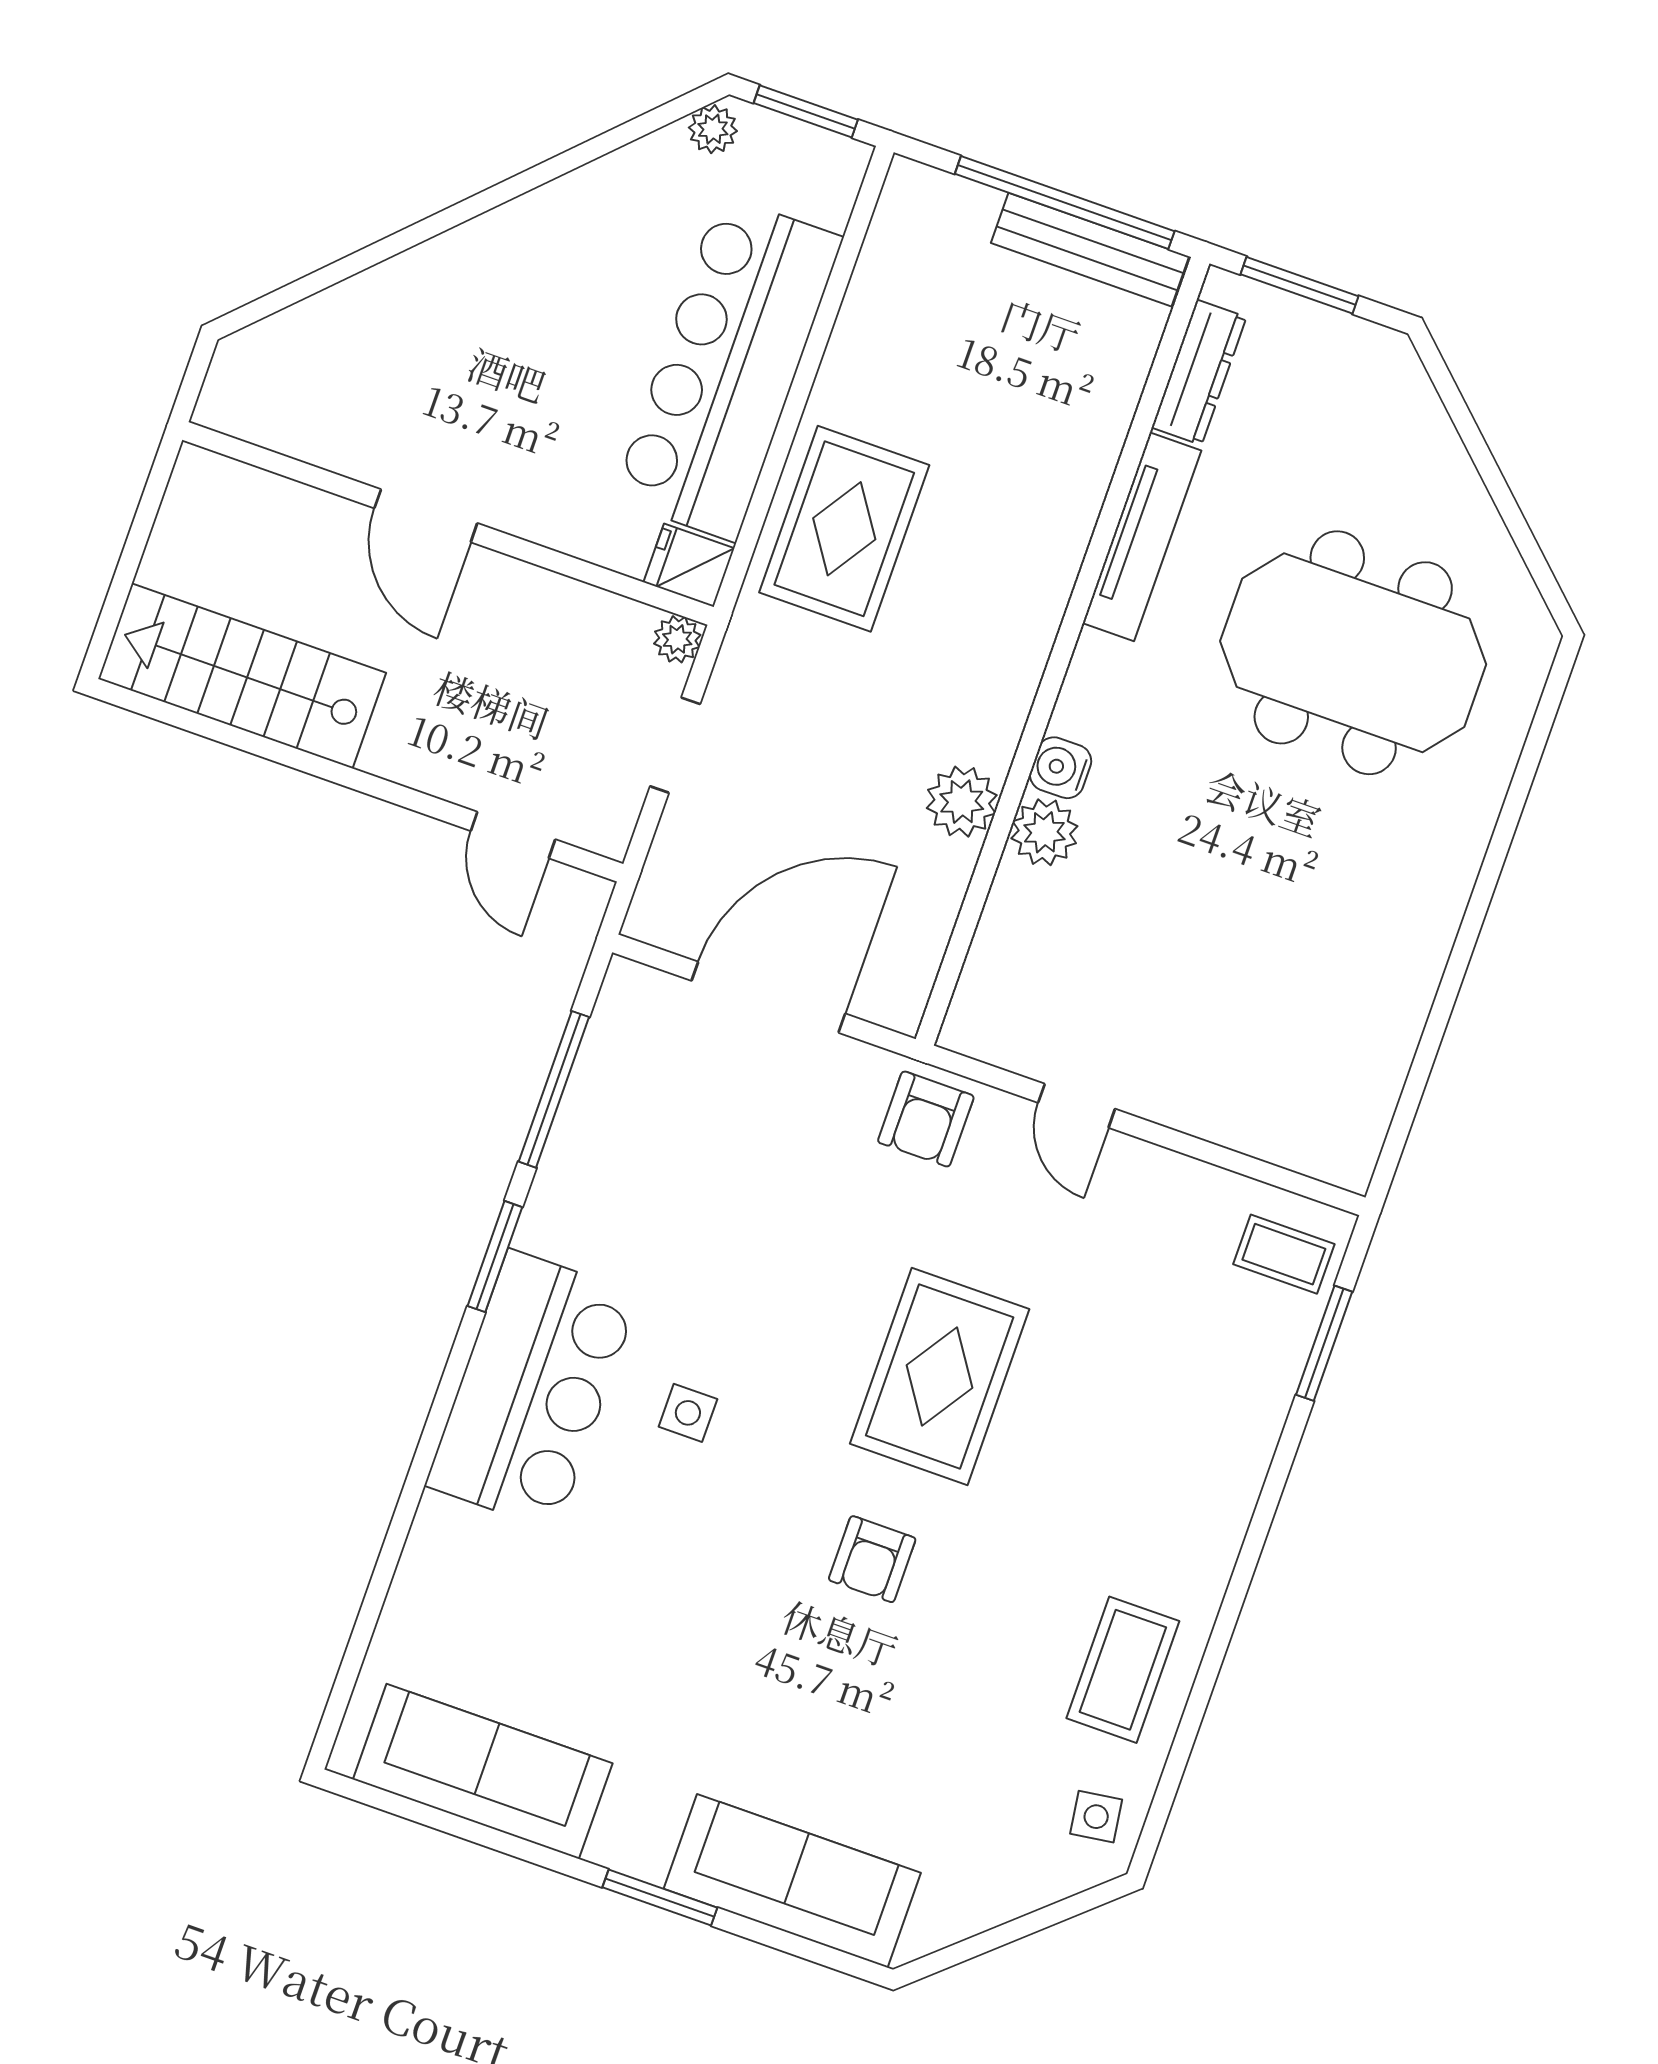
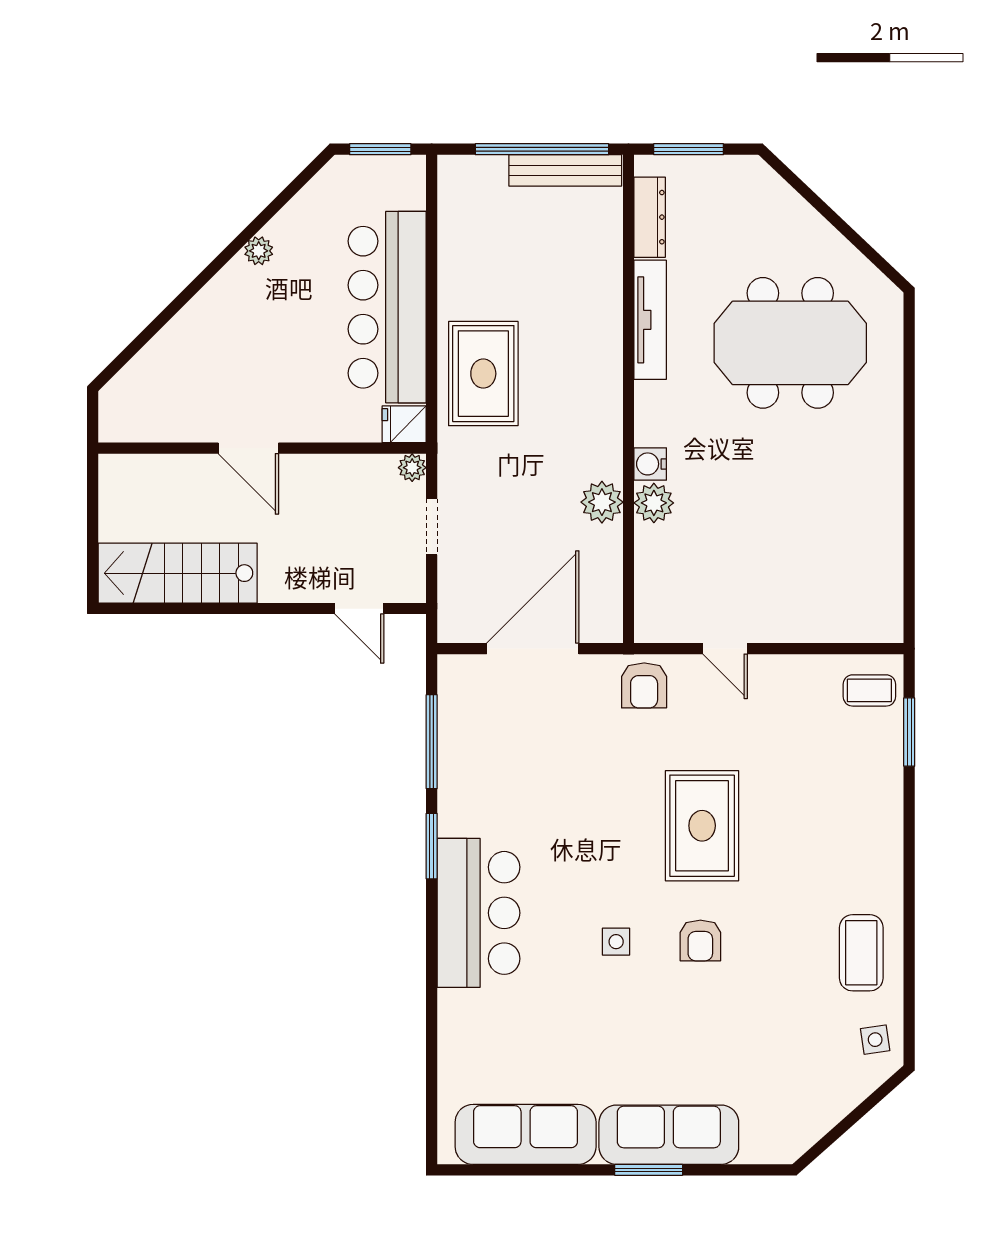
plant: (713, 129) -> (259, 251), moved
side table: (688, 1413) -> (616, 942), moved
sofa: (792, 1881) -> (669, 1135), moved

